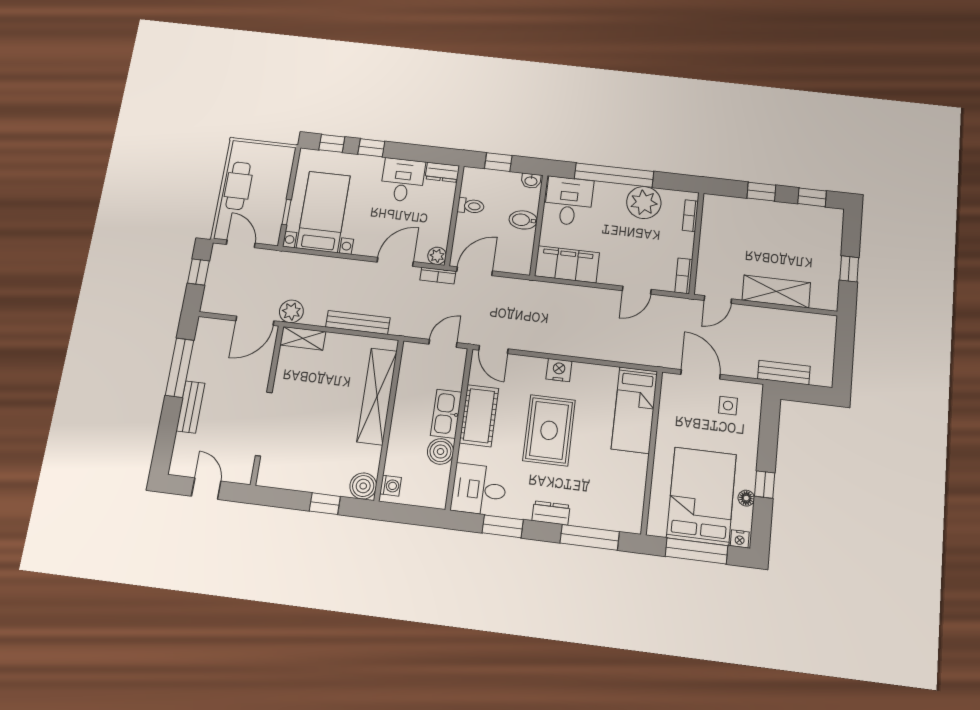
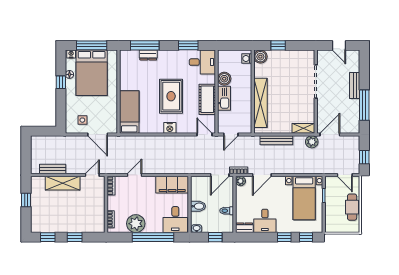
bench: (784, 373) -> (53, 169), moved
dresser: (551, 513) -> (148, 55), moved

